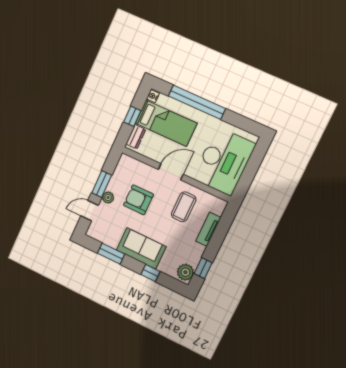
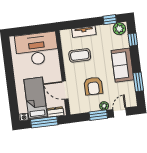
window: (197, 102) -> (11, 88), removed
window: (132, 116) -> (44, 122), width x2.17
door: (171, 172) -> (65, 90), moved
door: (90, 211) -> (120, 112), swing flipped
window: (151, 273) -> (133, 40), moved

